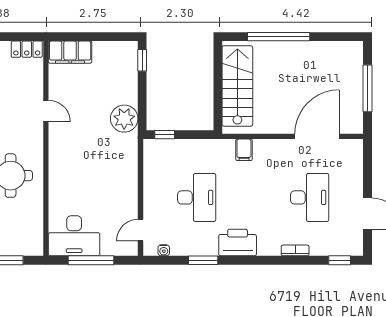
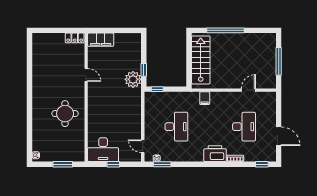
window: (142, 60) -> (144, 70), moved
door: (317, 136) -> (248, 90), width x0.53
door: (140, 230) -> (143, 146), hinge flipped
printer: (238, 242) -> (215, 154), moved
window: (91, 260) -> (113, 164), width x0.46
window: (203, 260) -> (162, 164), moved

